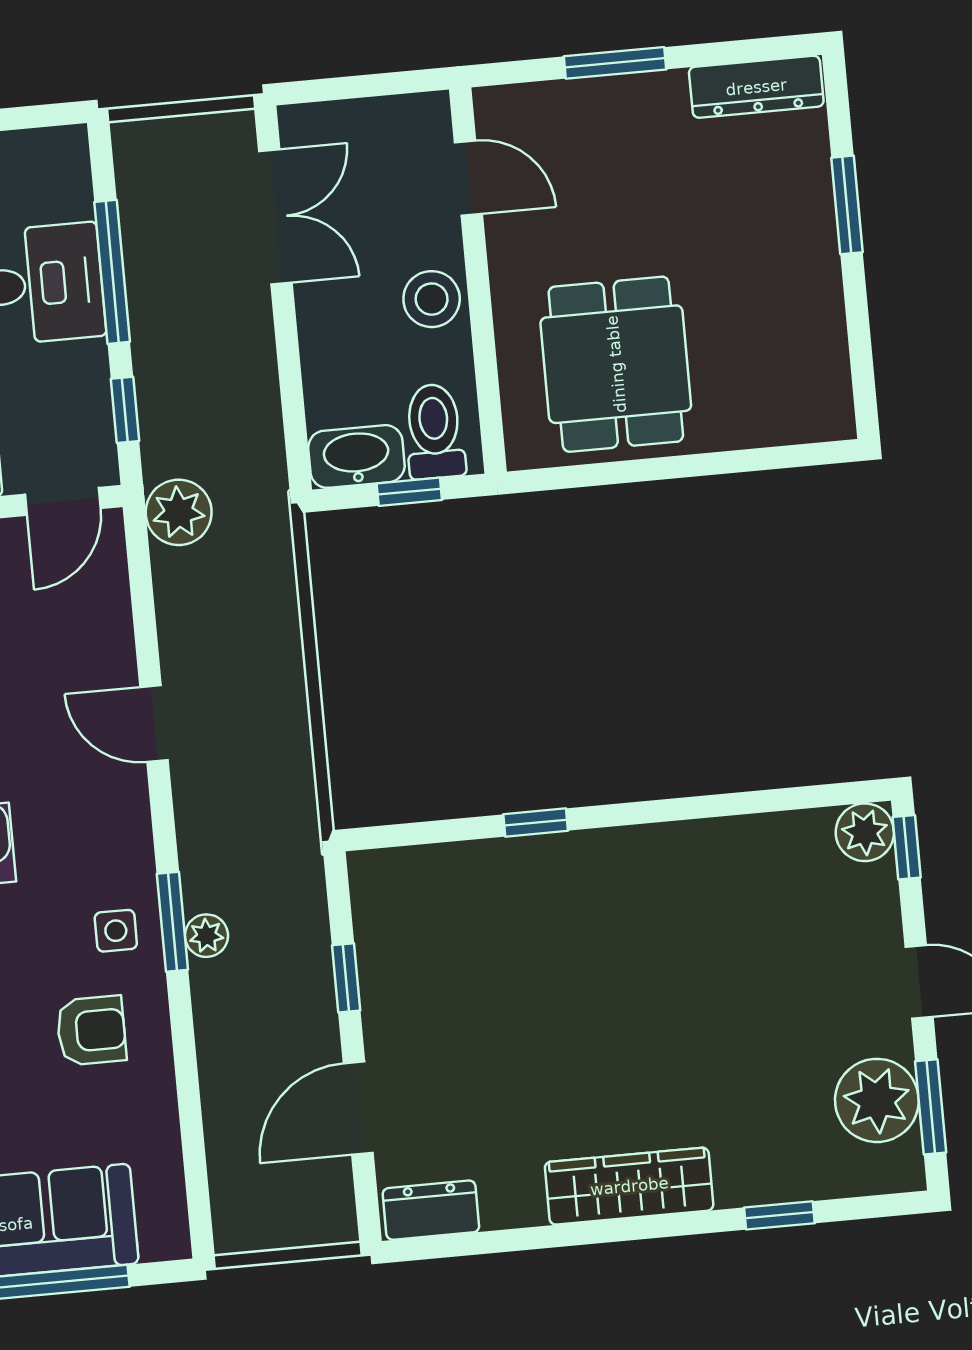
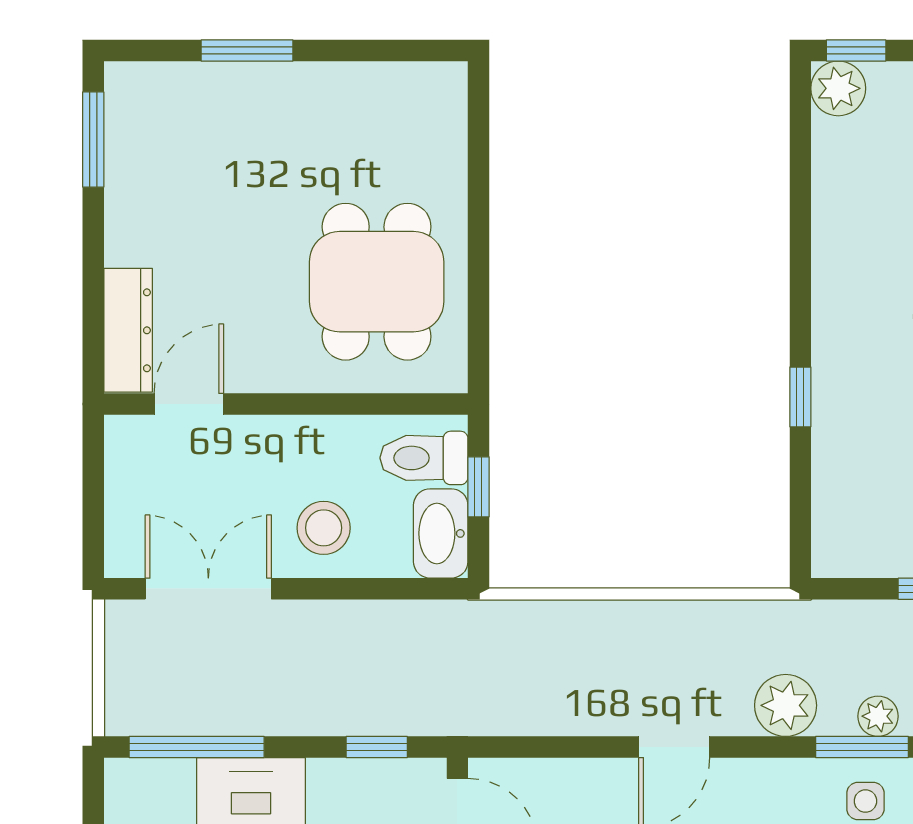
window: (615, 63) -> (93, 140), moved
dresser: (756, 87) -> (128, 330), moved
window: (112, 272) -> (197, 747), moved
stool: (432, 299) -> (324, 528), moved
dining table: (616, 364) -> (377, 282), turned 90
plant: (179, 512) -> (786, 705), moved

